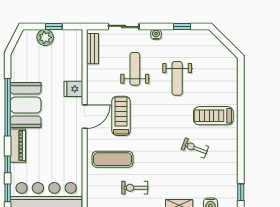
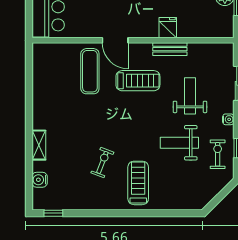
bench: (93, 49) -> (170, 49), moved
weight bench: (135, 69) -> (190, 96), turned -90
door: (85, 117) -> (115, 40), moved
exercise bike: (135, 188) -> (218, 154), moved

